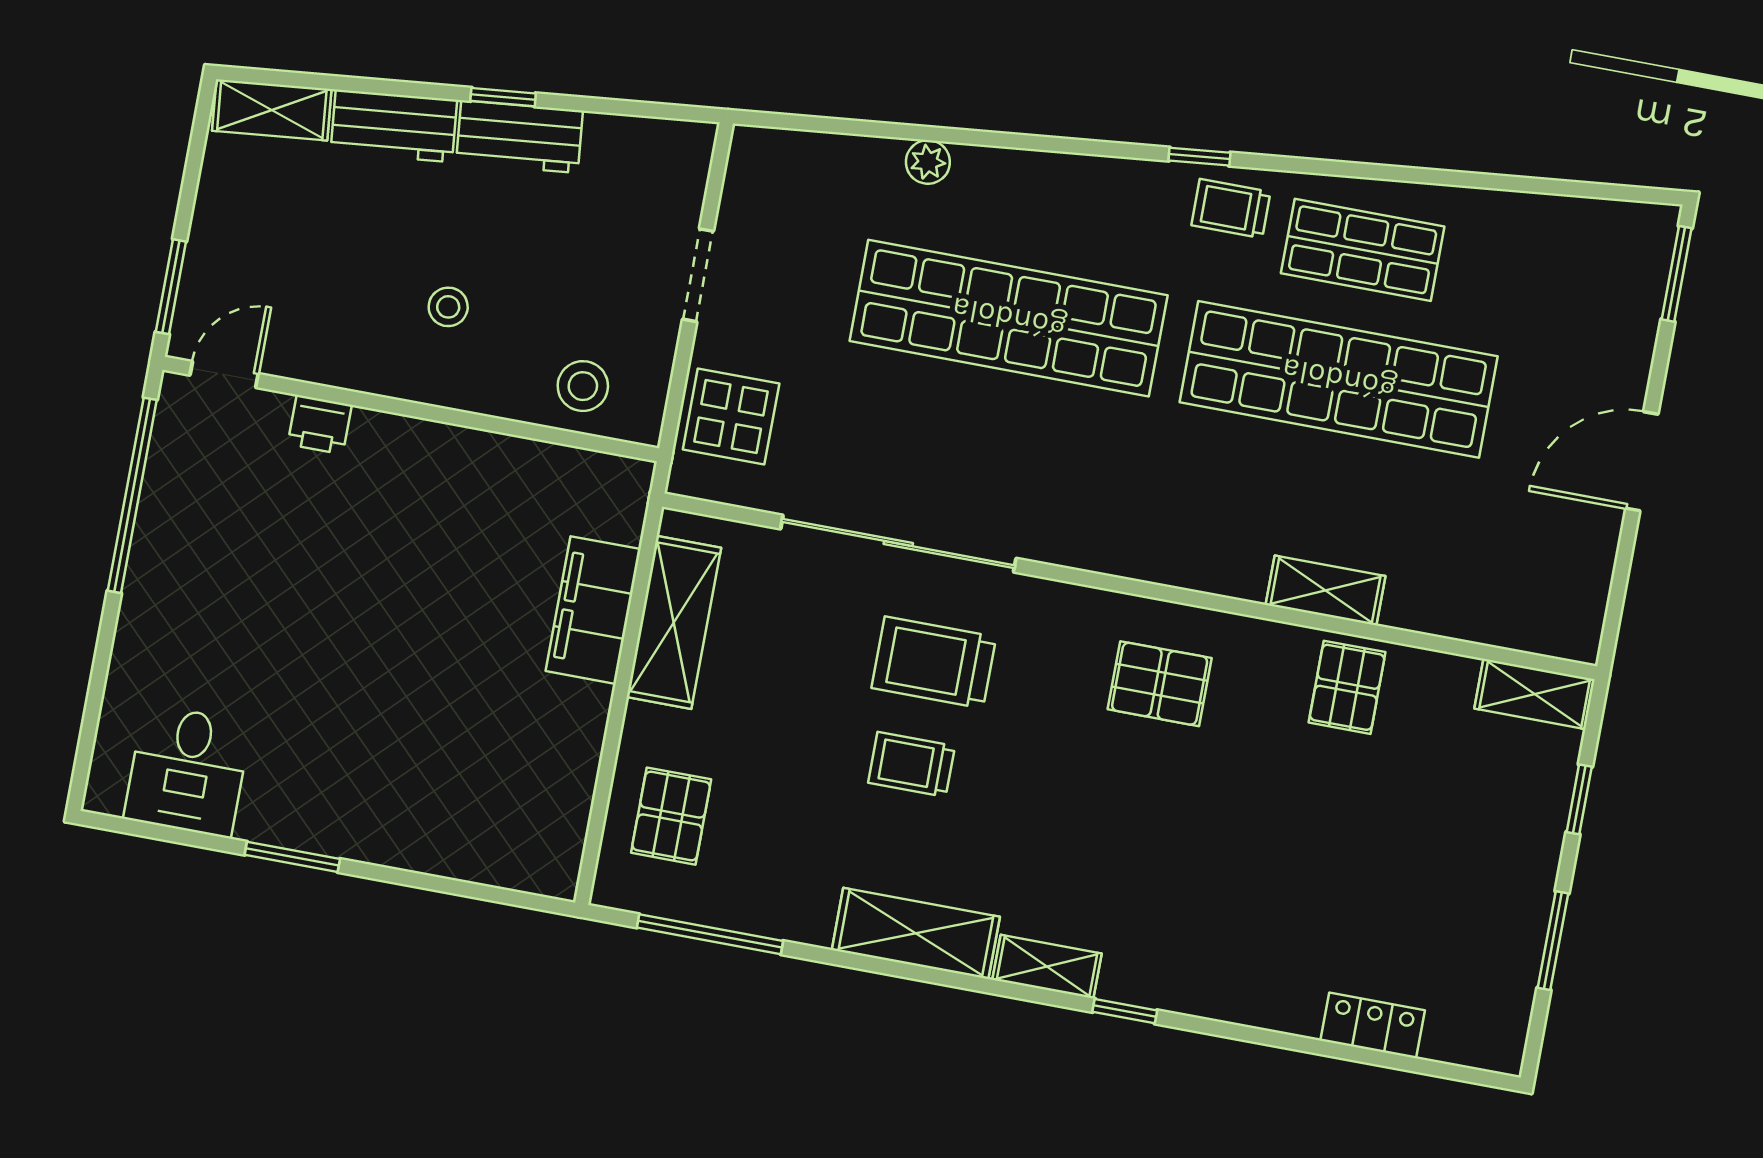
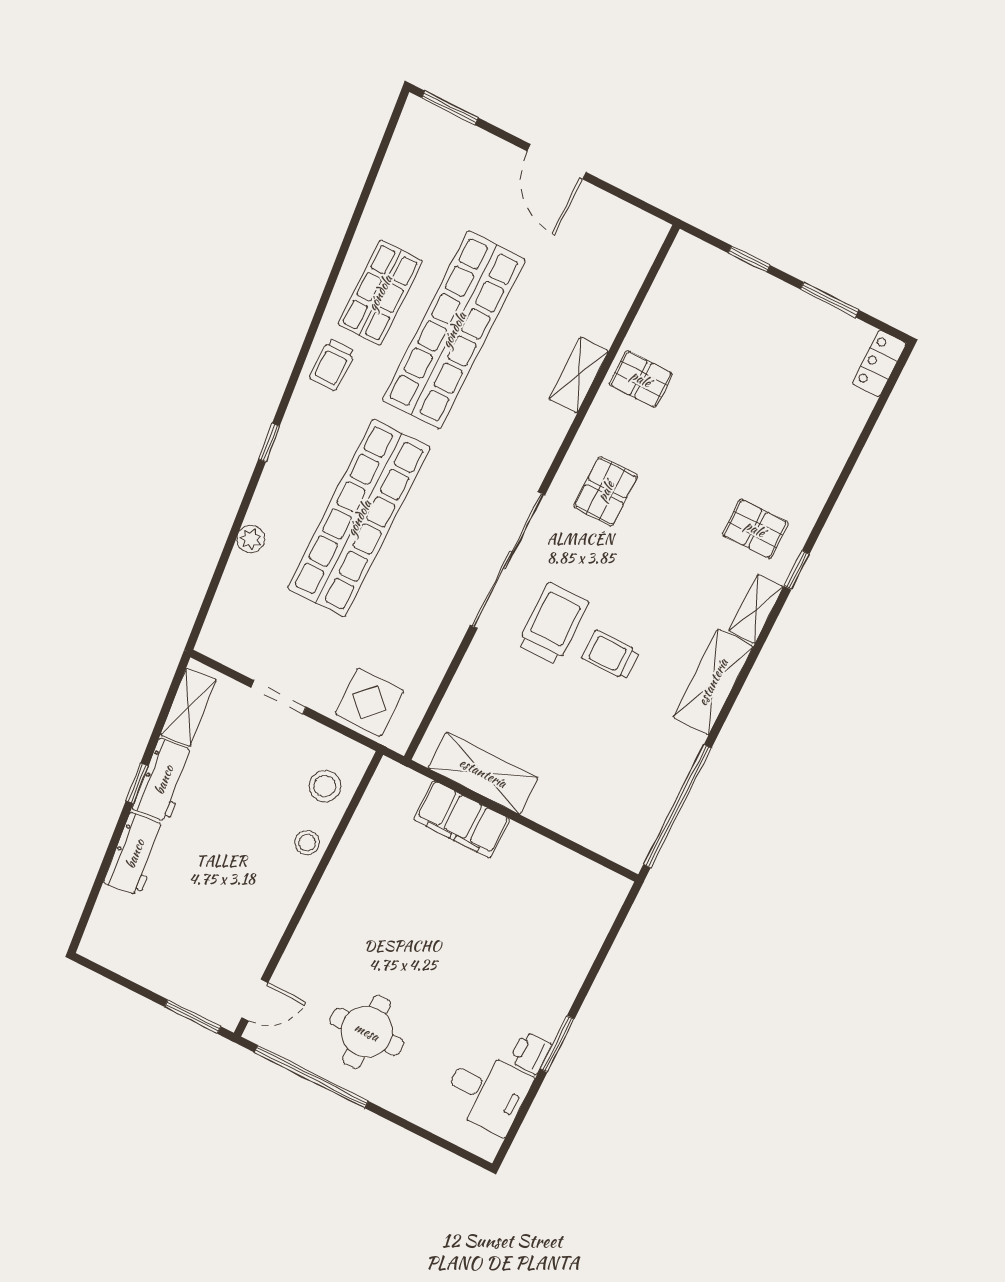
shelving: (272, 110) -> (188, 707), moved
window: (1199, 157) -> (269, 443), moved
stool: (448, 307) -> (307, 843), moved
door: (224, 374) -> (255, 1000), swing flipped
printer: (320, 425) -> (530, 1053), moved, turned 180
sliding door: (898, 544) -> (508, 560), moved
round table: (226, 560) -> (367, 1032), added
trolley: (934, 663) -> (553, 624), turned 180
shelving: (1535, 694) -> (678, 267), removed
trolley: (912, 764) -> (611, 655), turned 90
pallet: (671, 816) -> (755, 529), moved
window: (710, 934) -> (677, 806), width x1.46
locker: (1373, 1025) -> (879, 363), moved

